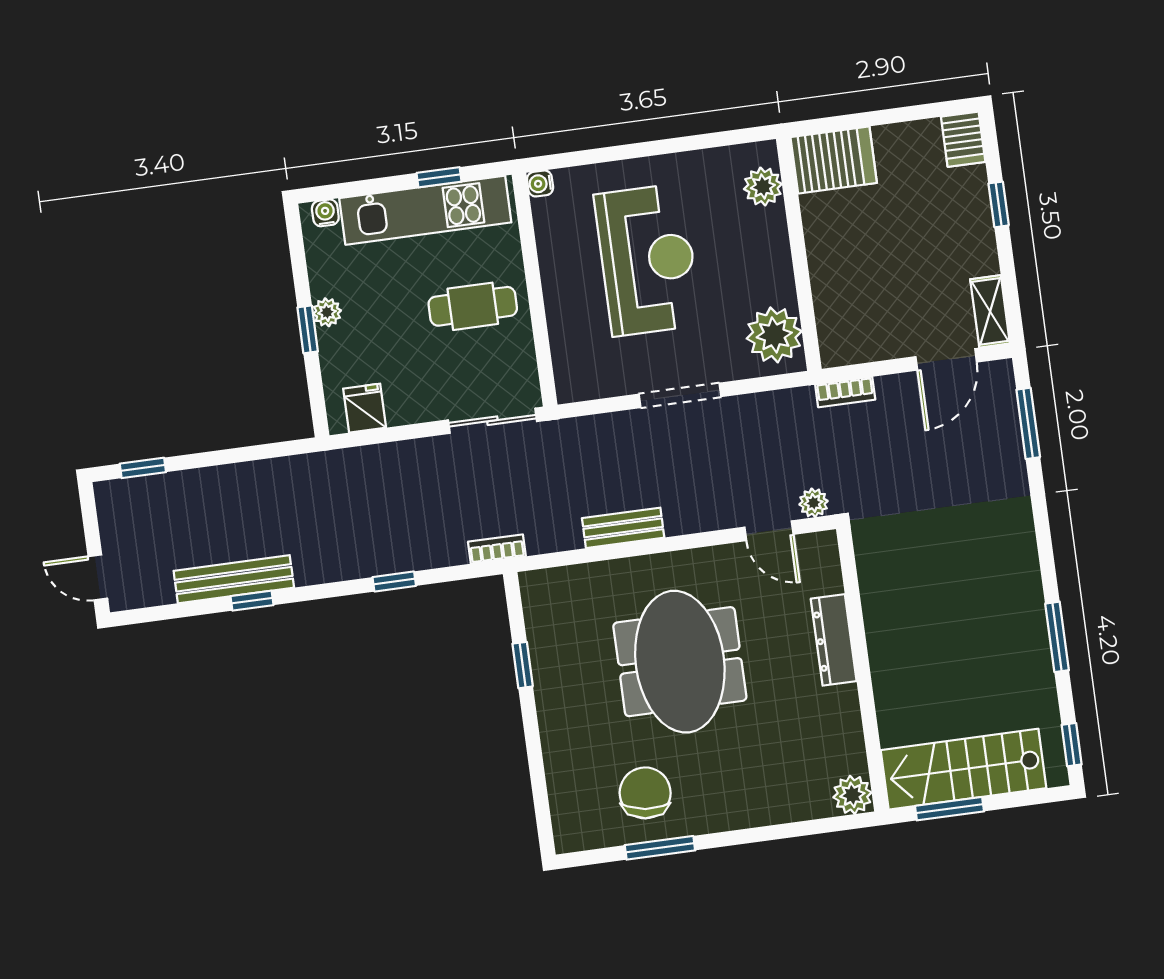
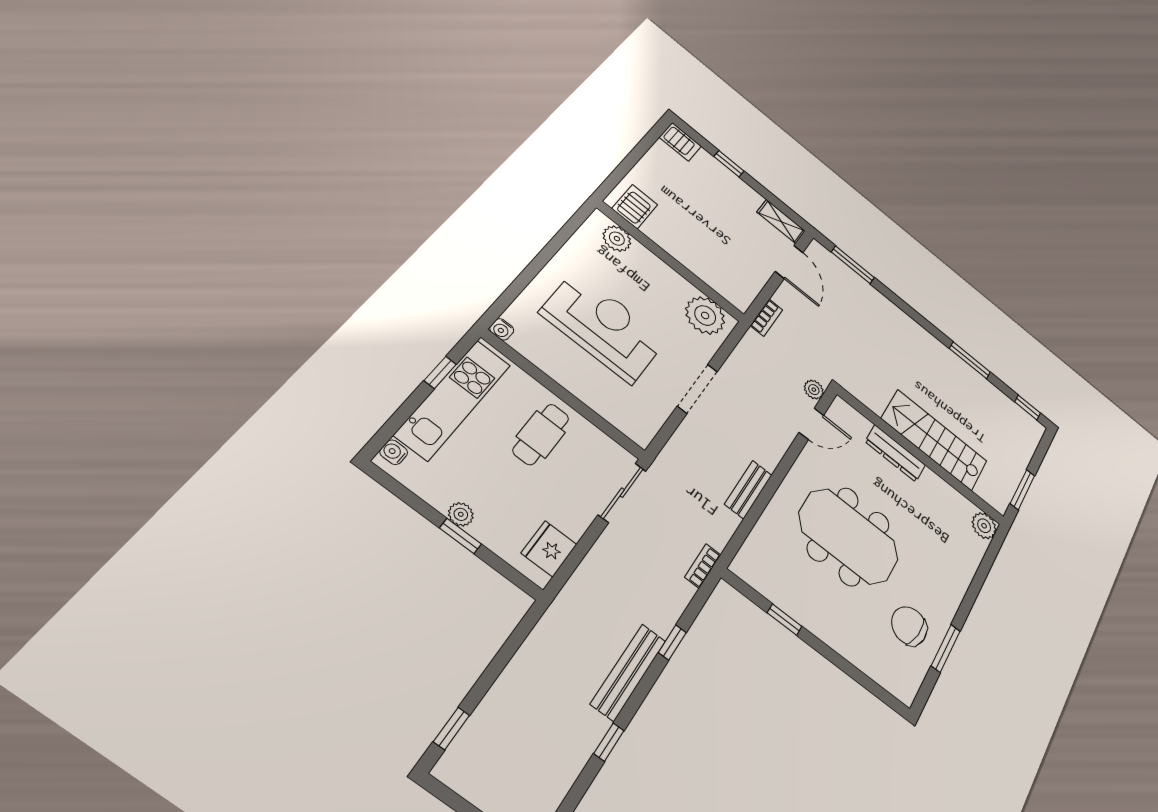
server rack: (834, 160) -> (635, 207), width x0.73, depth x0.70
fridge: (365, 408) -> (549, 549), width x1.38
bench: (234, 579) -> (628, 672), moved
stairs: (964, 769) -> (934, 440), moved, turned 90

